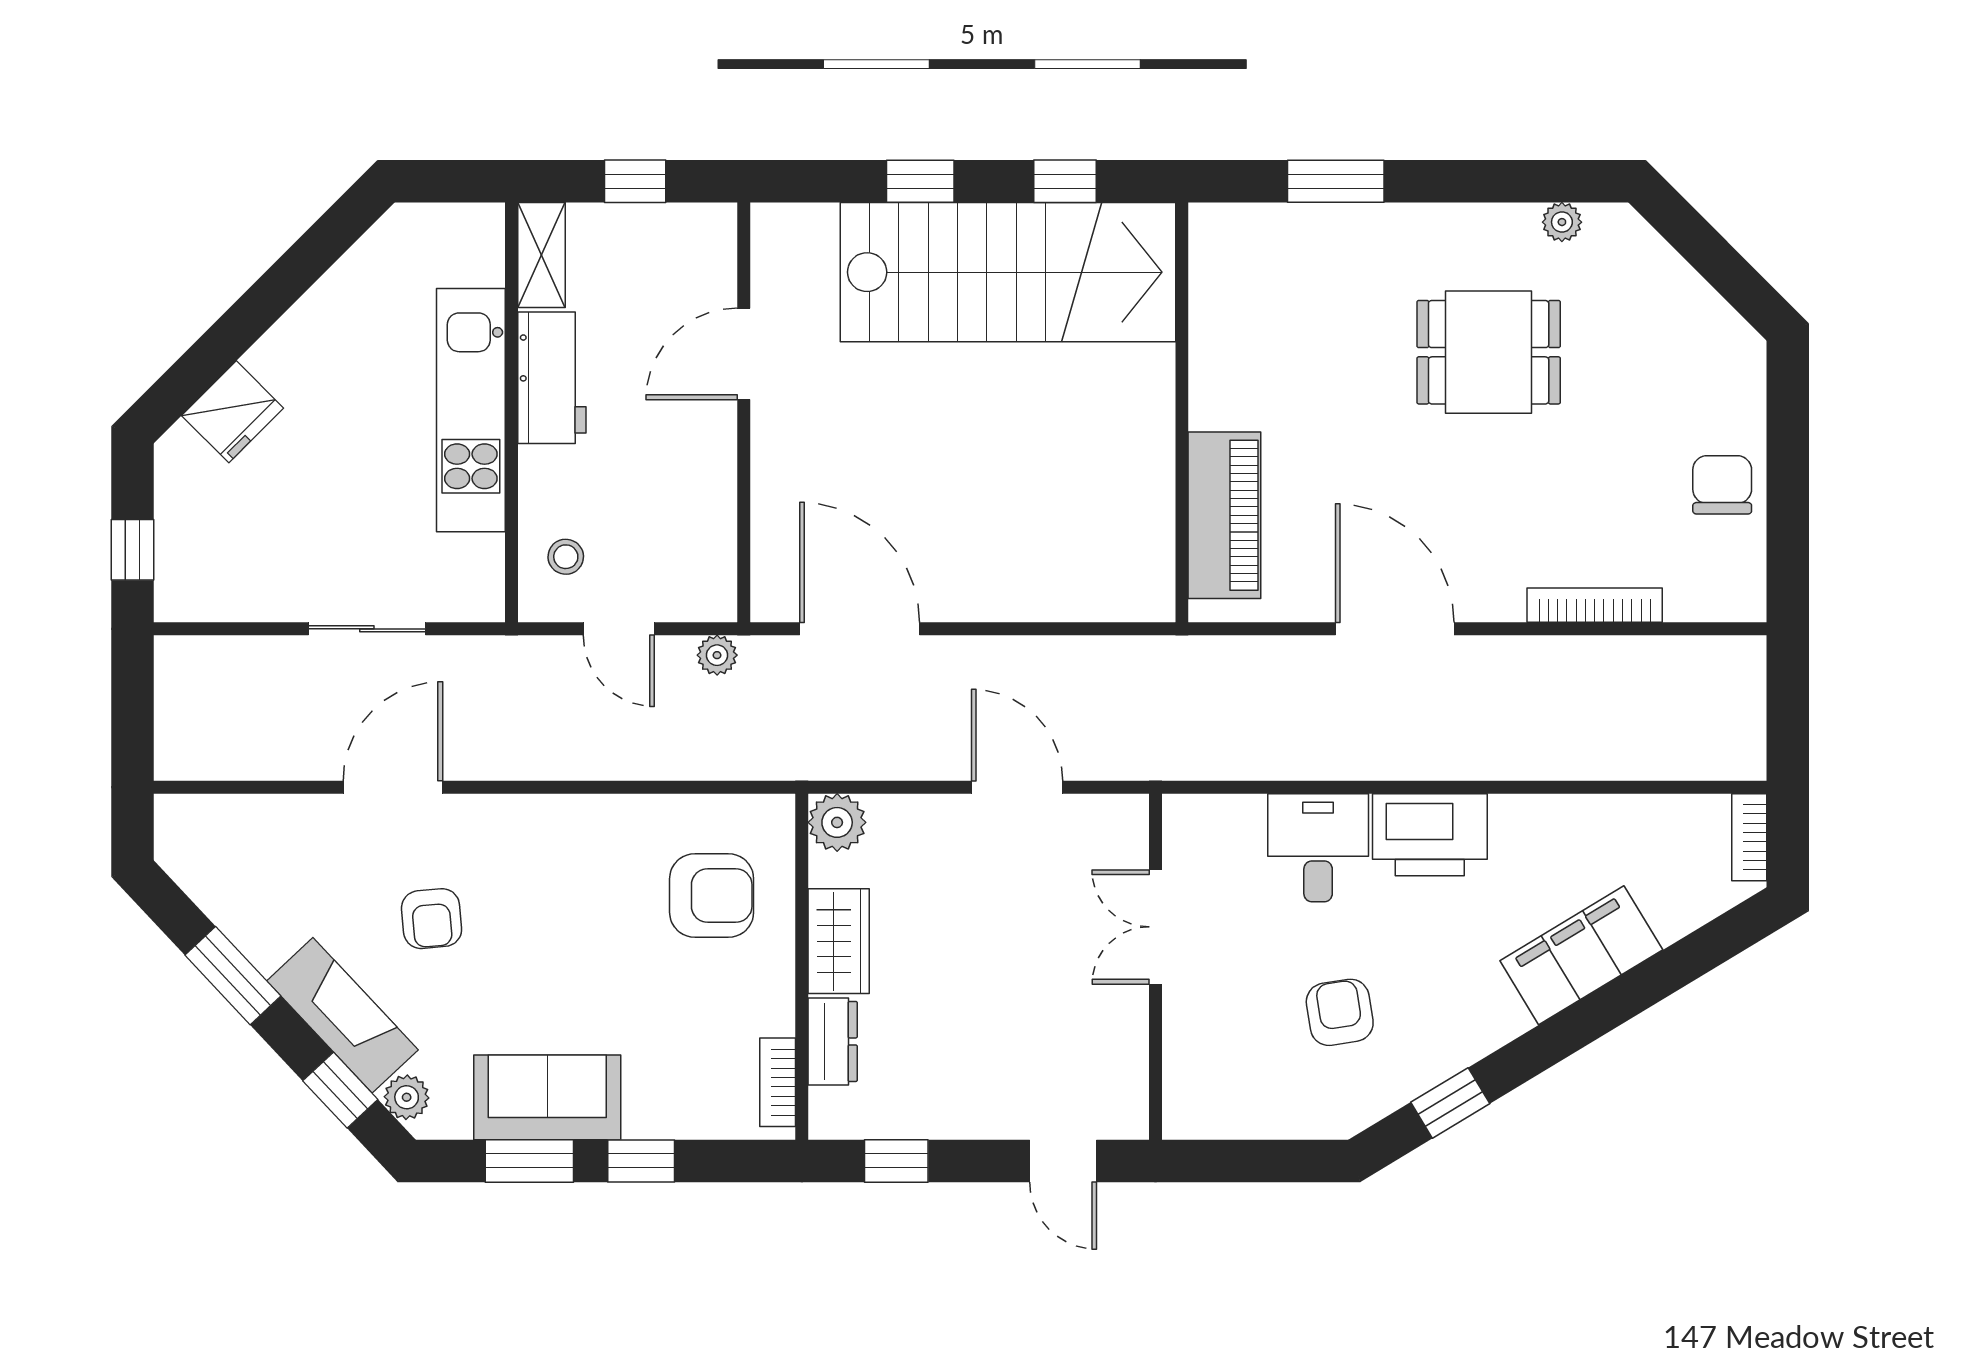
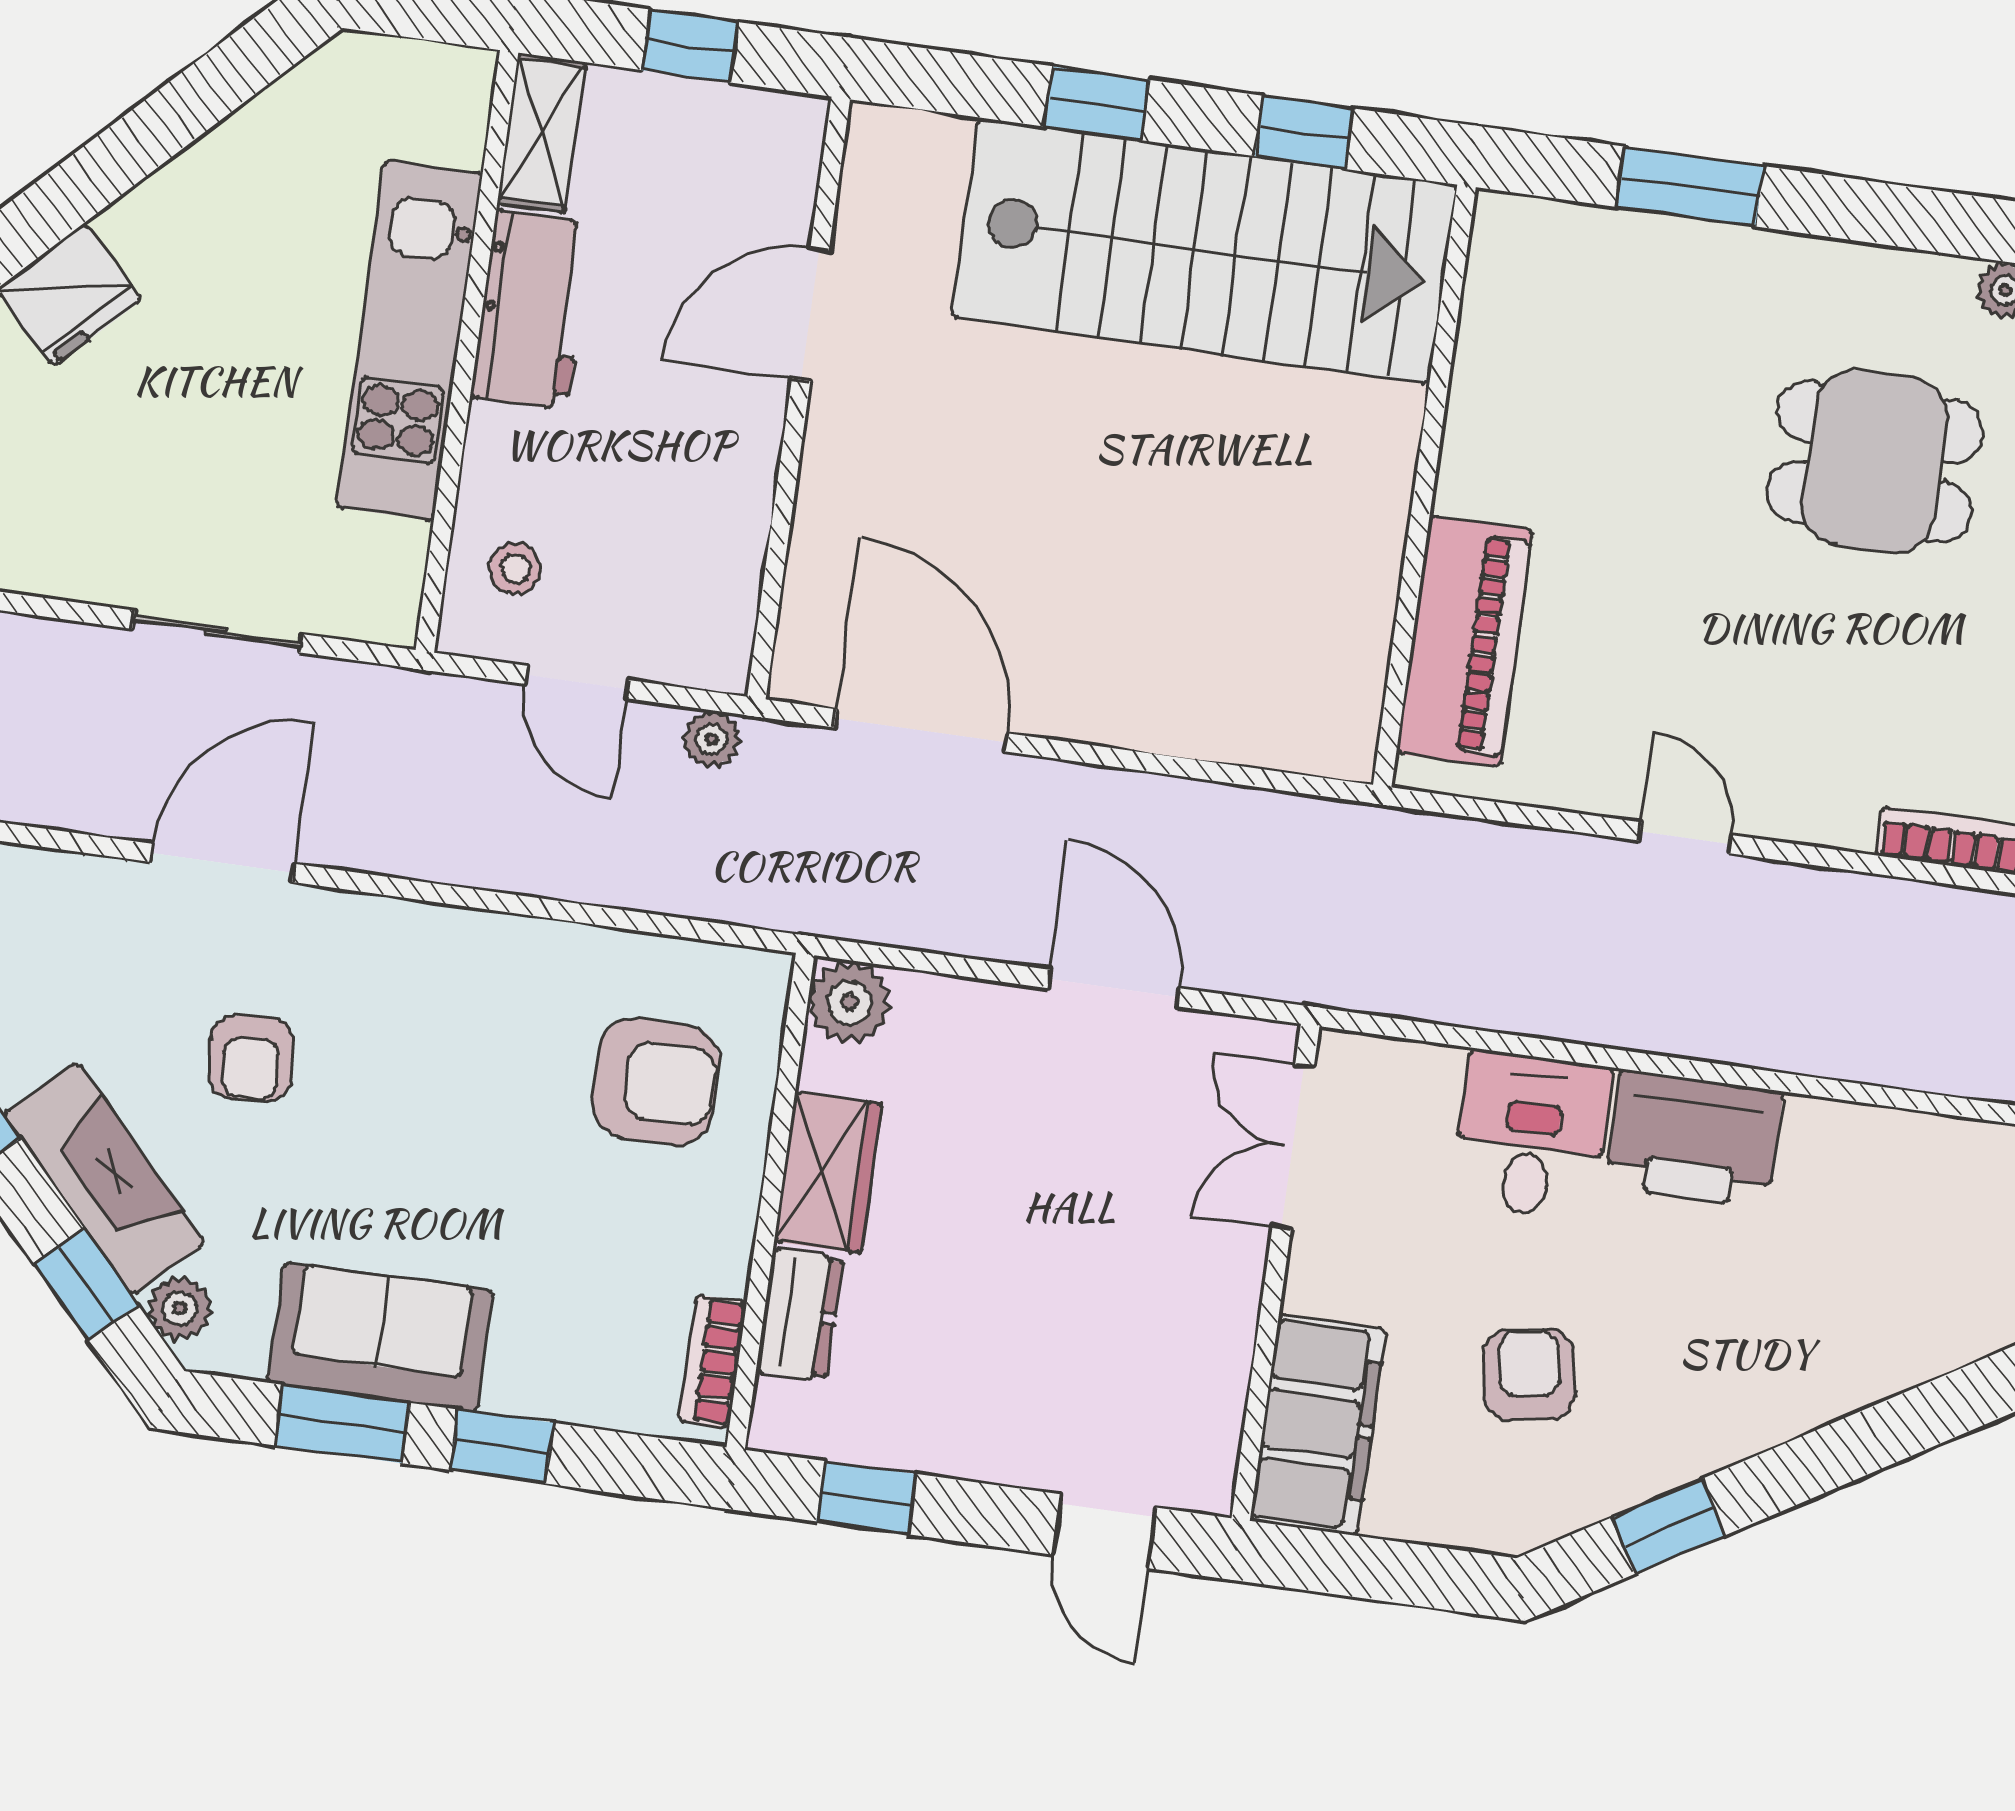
door: (1395, 629) -> (1685, 838), width x0.53
double door: (1155, 927) -> (1293, 1147), moved
filing cabinet: (1581, 955) -> (1318, 1425), moved, turned 121

